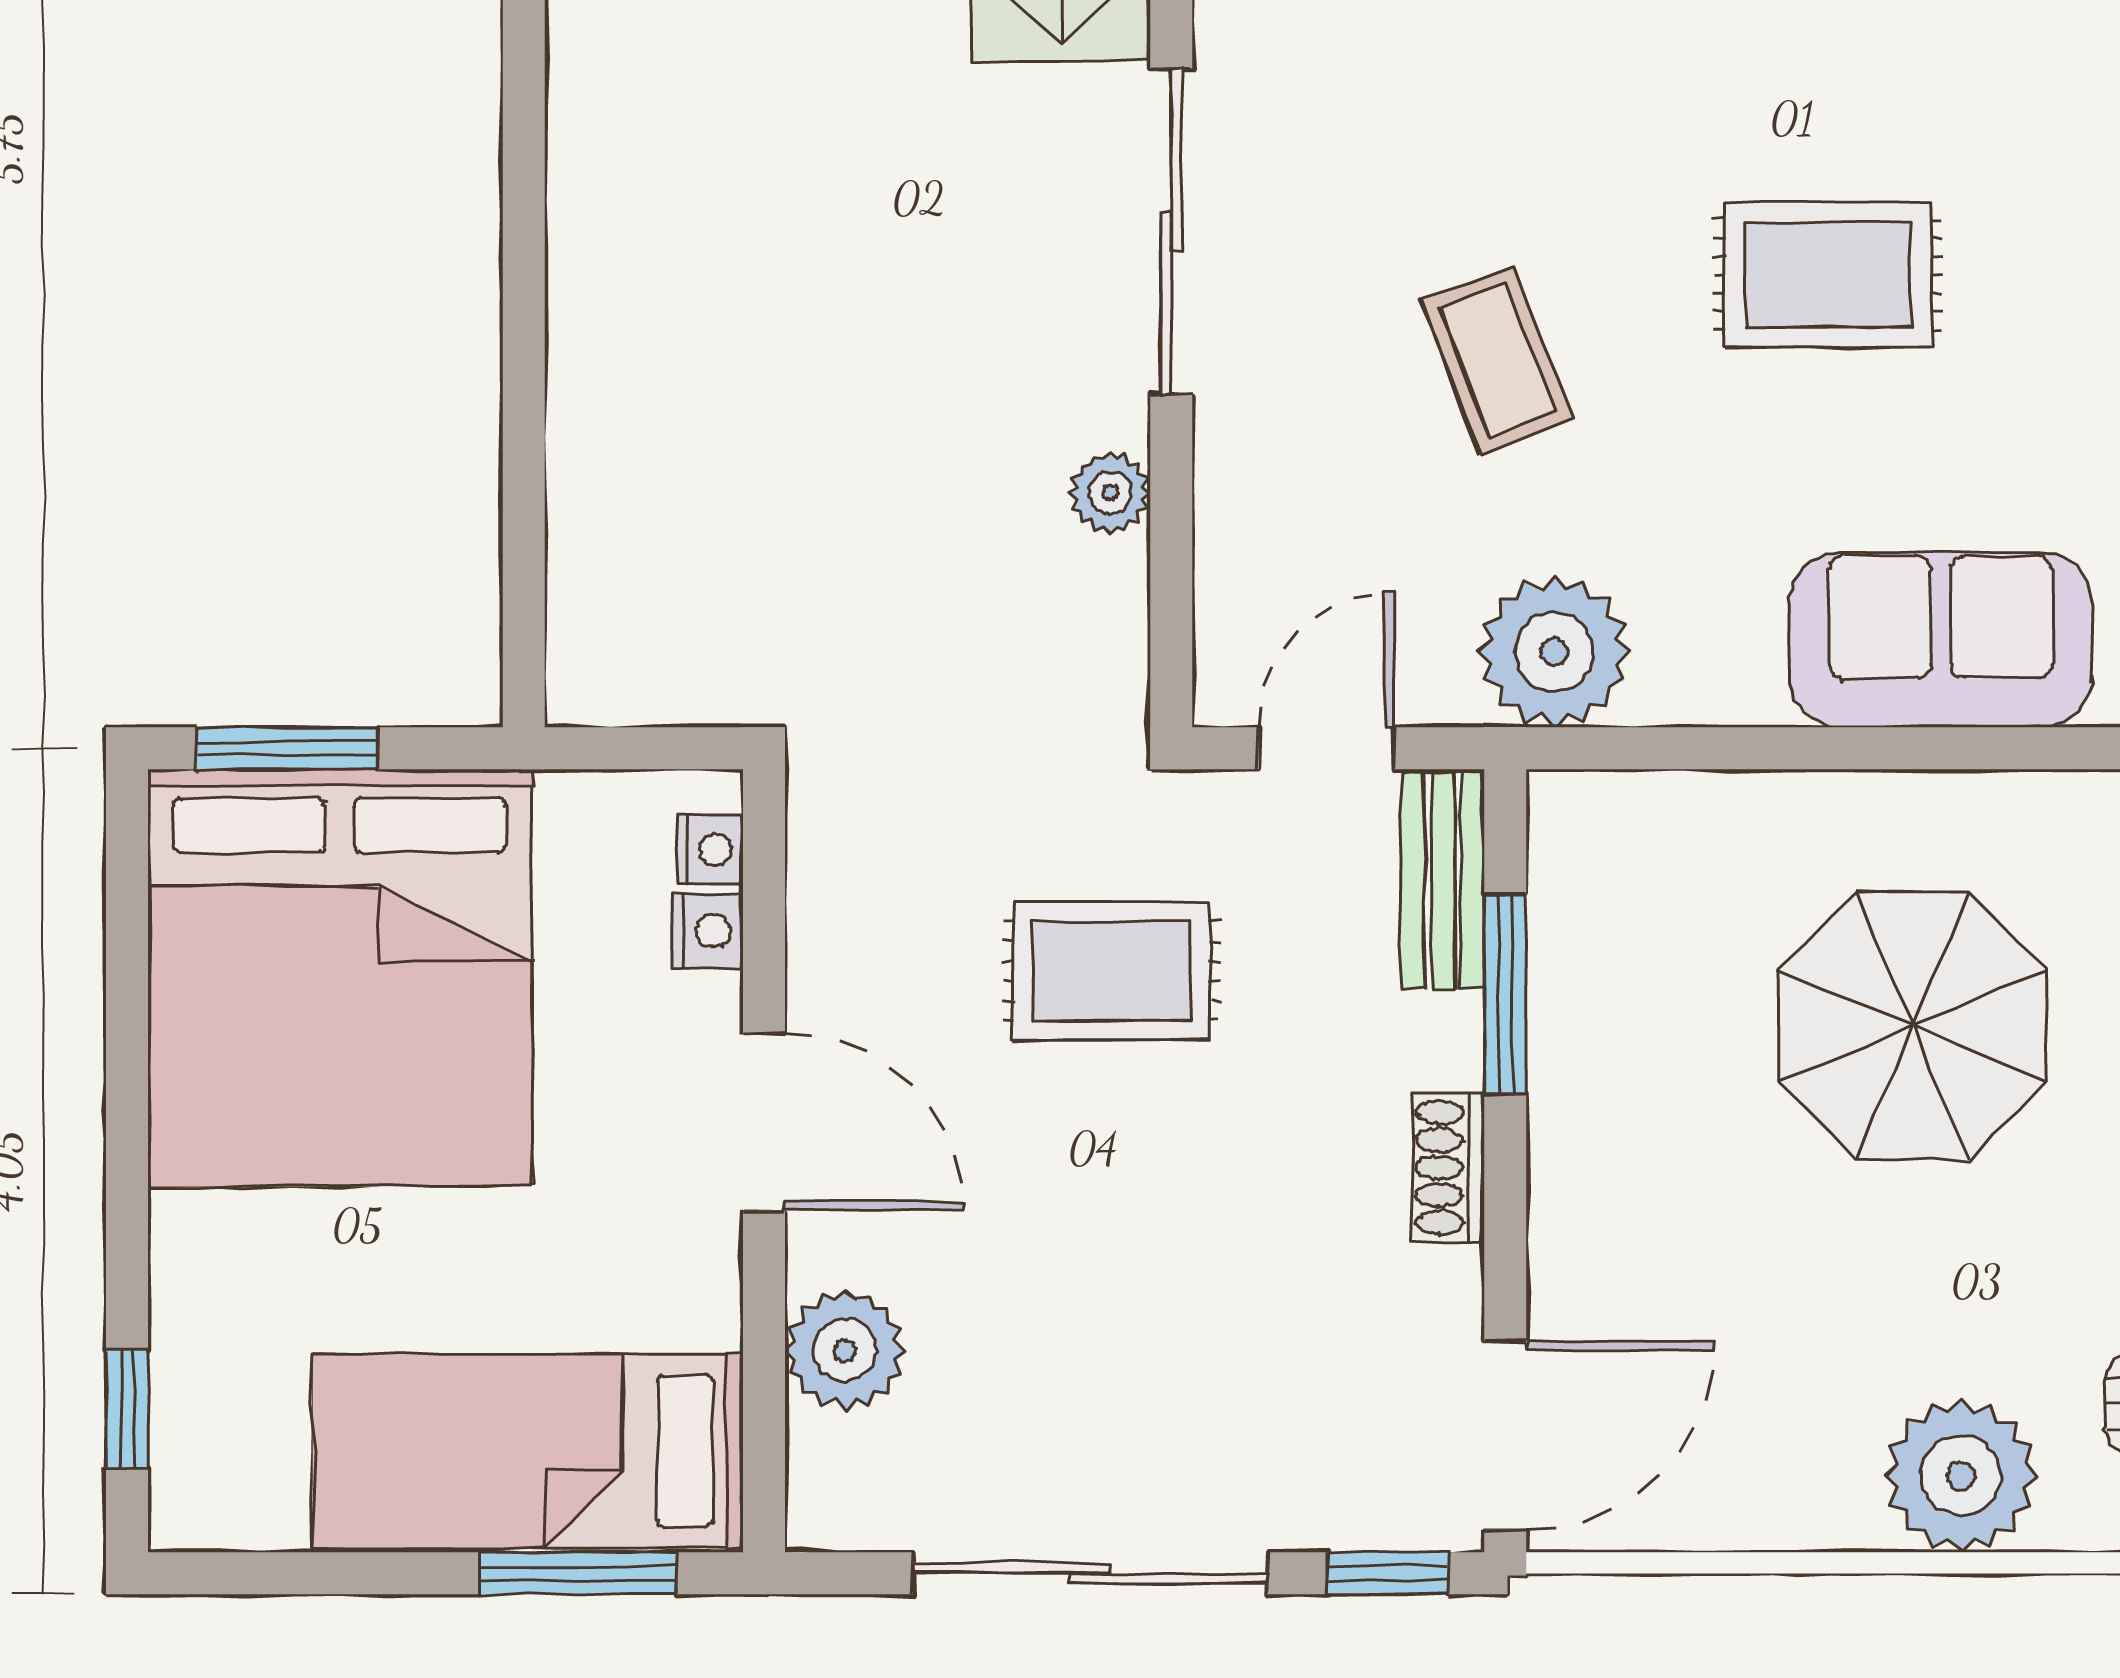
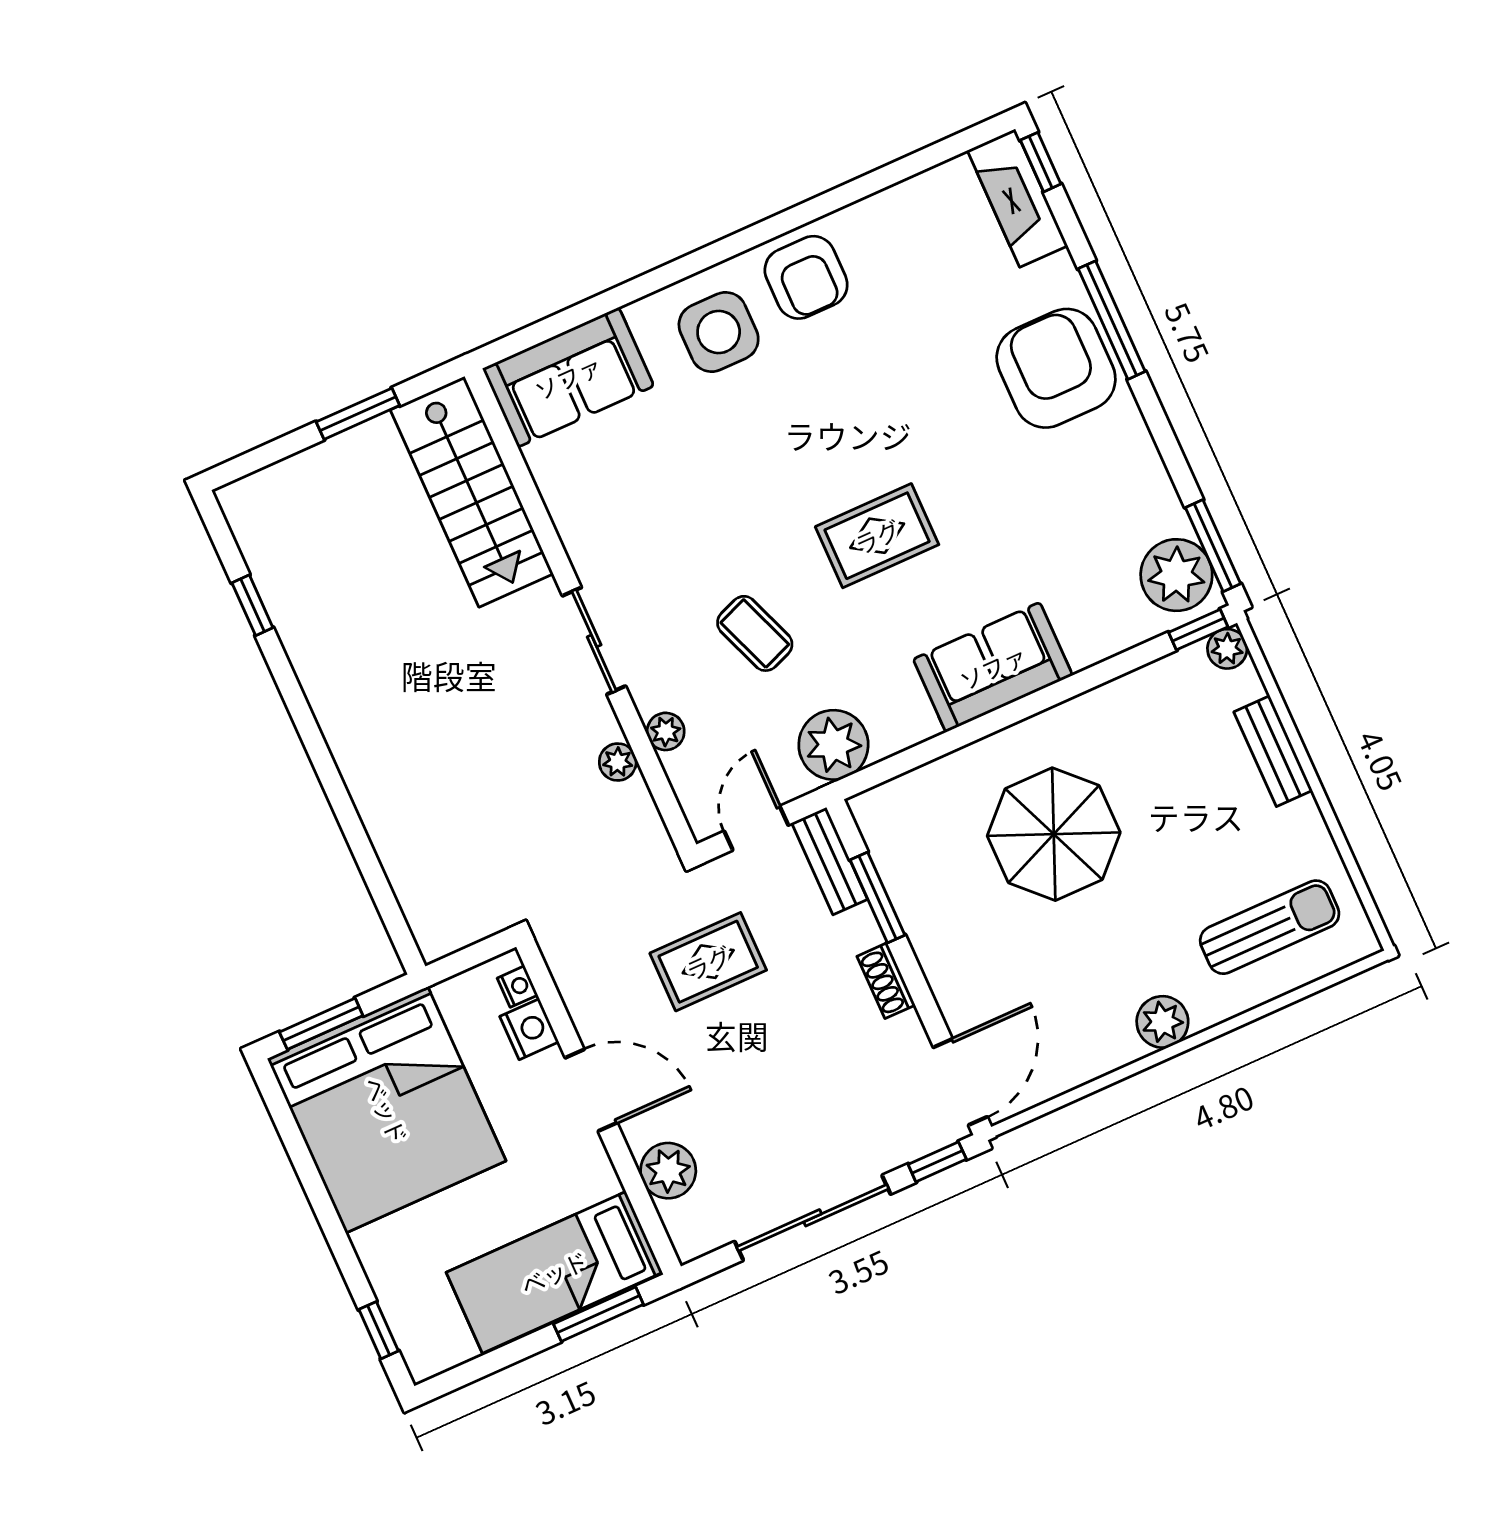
sliding door: (1171, 231) -> (594, 641), width x0.73
plant: (1233, 475) -> (666, 731), added
nightstand: (708, 931) -> (529, 1029), width x1.39, depth x1.35
plant: (1961, 1476) -> (1162, 1022), width x0.73, depth x0.73

